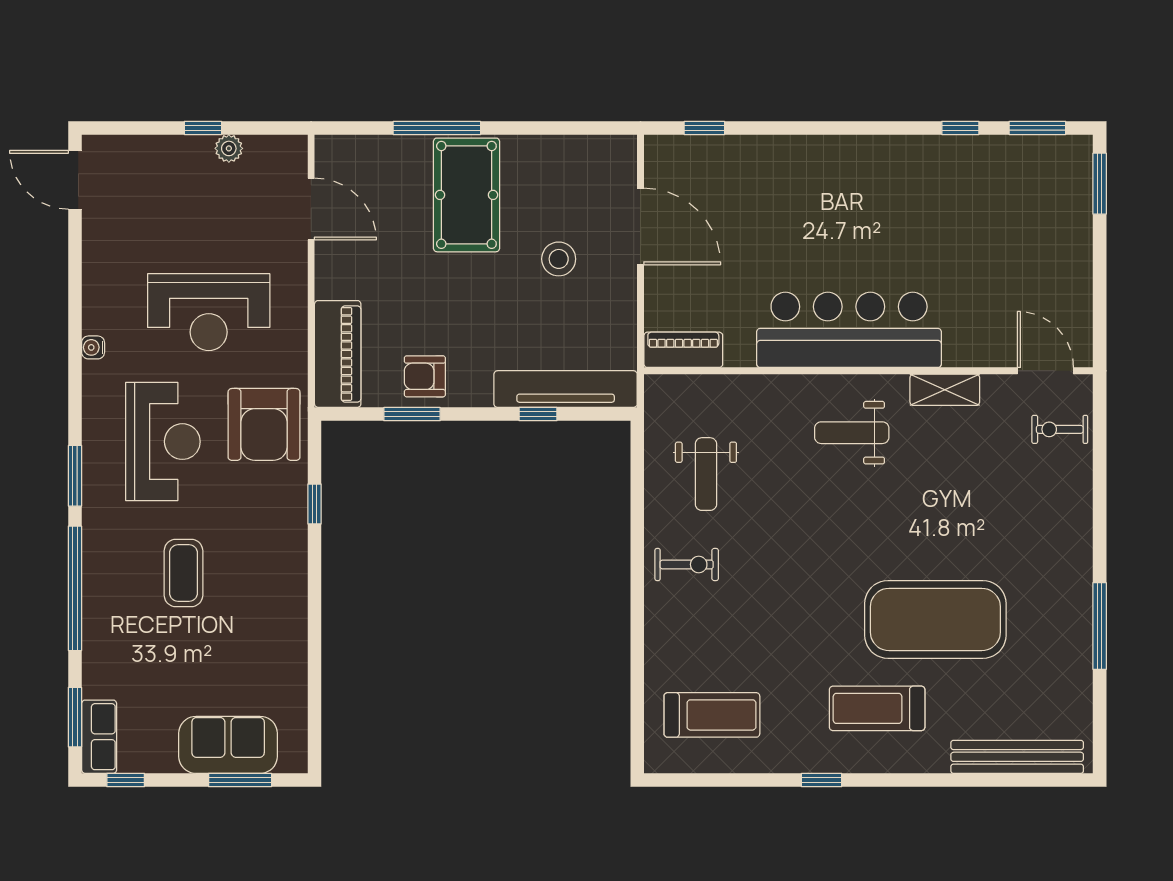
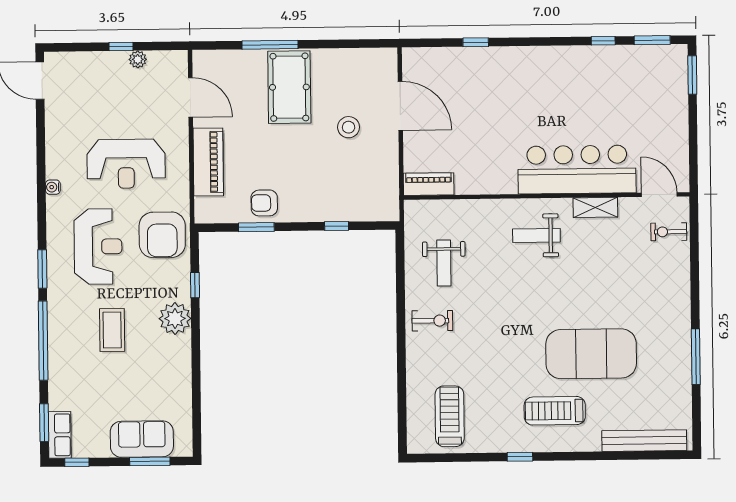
window: (704, 128) -> (476, 42), moved
bar counter: (849, 330) -> (577, 170), moved
piano: (338, 354) -> (208, 162), moved
tv unit: (566, 389) -> (354, 210), removed
plant: (282, 556) -> (175, 319), added
treadmill: (712, 715) -> (450, 416), turned -90

